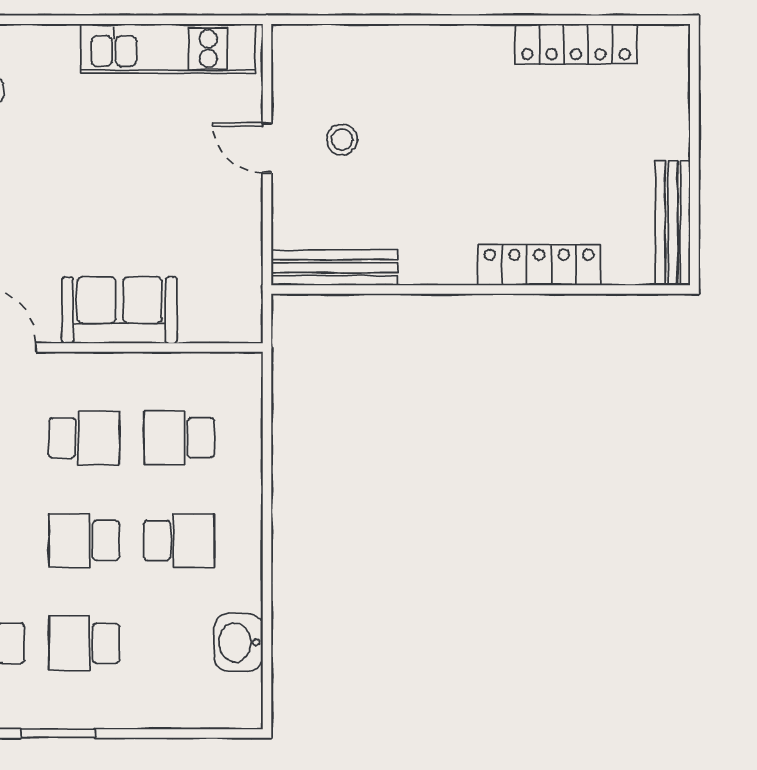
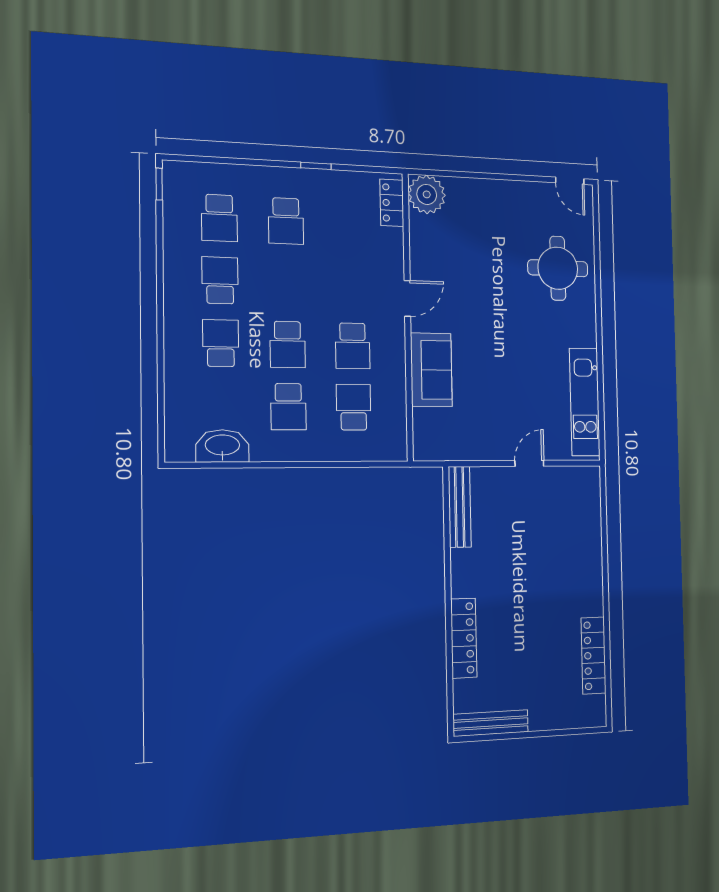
stool: (342, 140) -> (535, 510), removed
school desk: (84, 541) -> (288, 345), turned 180
washbasin: (238, 642) -> (222, 446), width x1.38
window: (58, 733) -> (160, 324), removed

